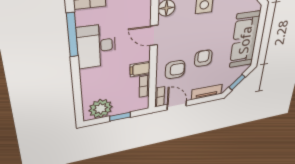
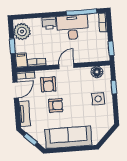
door: (154, 35) -> (66, 66), moved
filing cabinet: (140, 69) -> (21, 60), moved
printer: (89, 77) -> (49, 23), added

